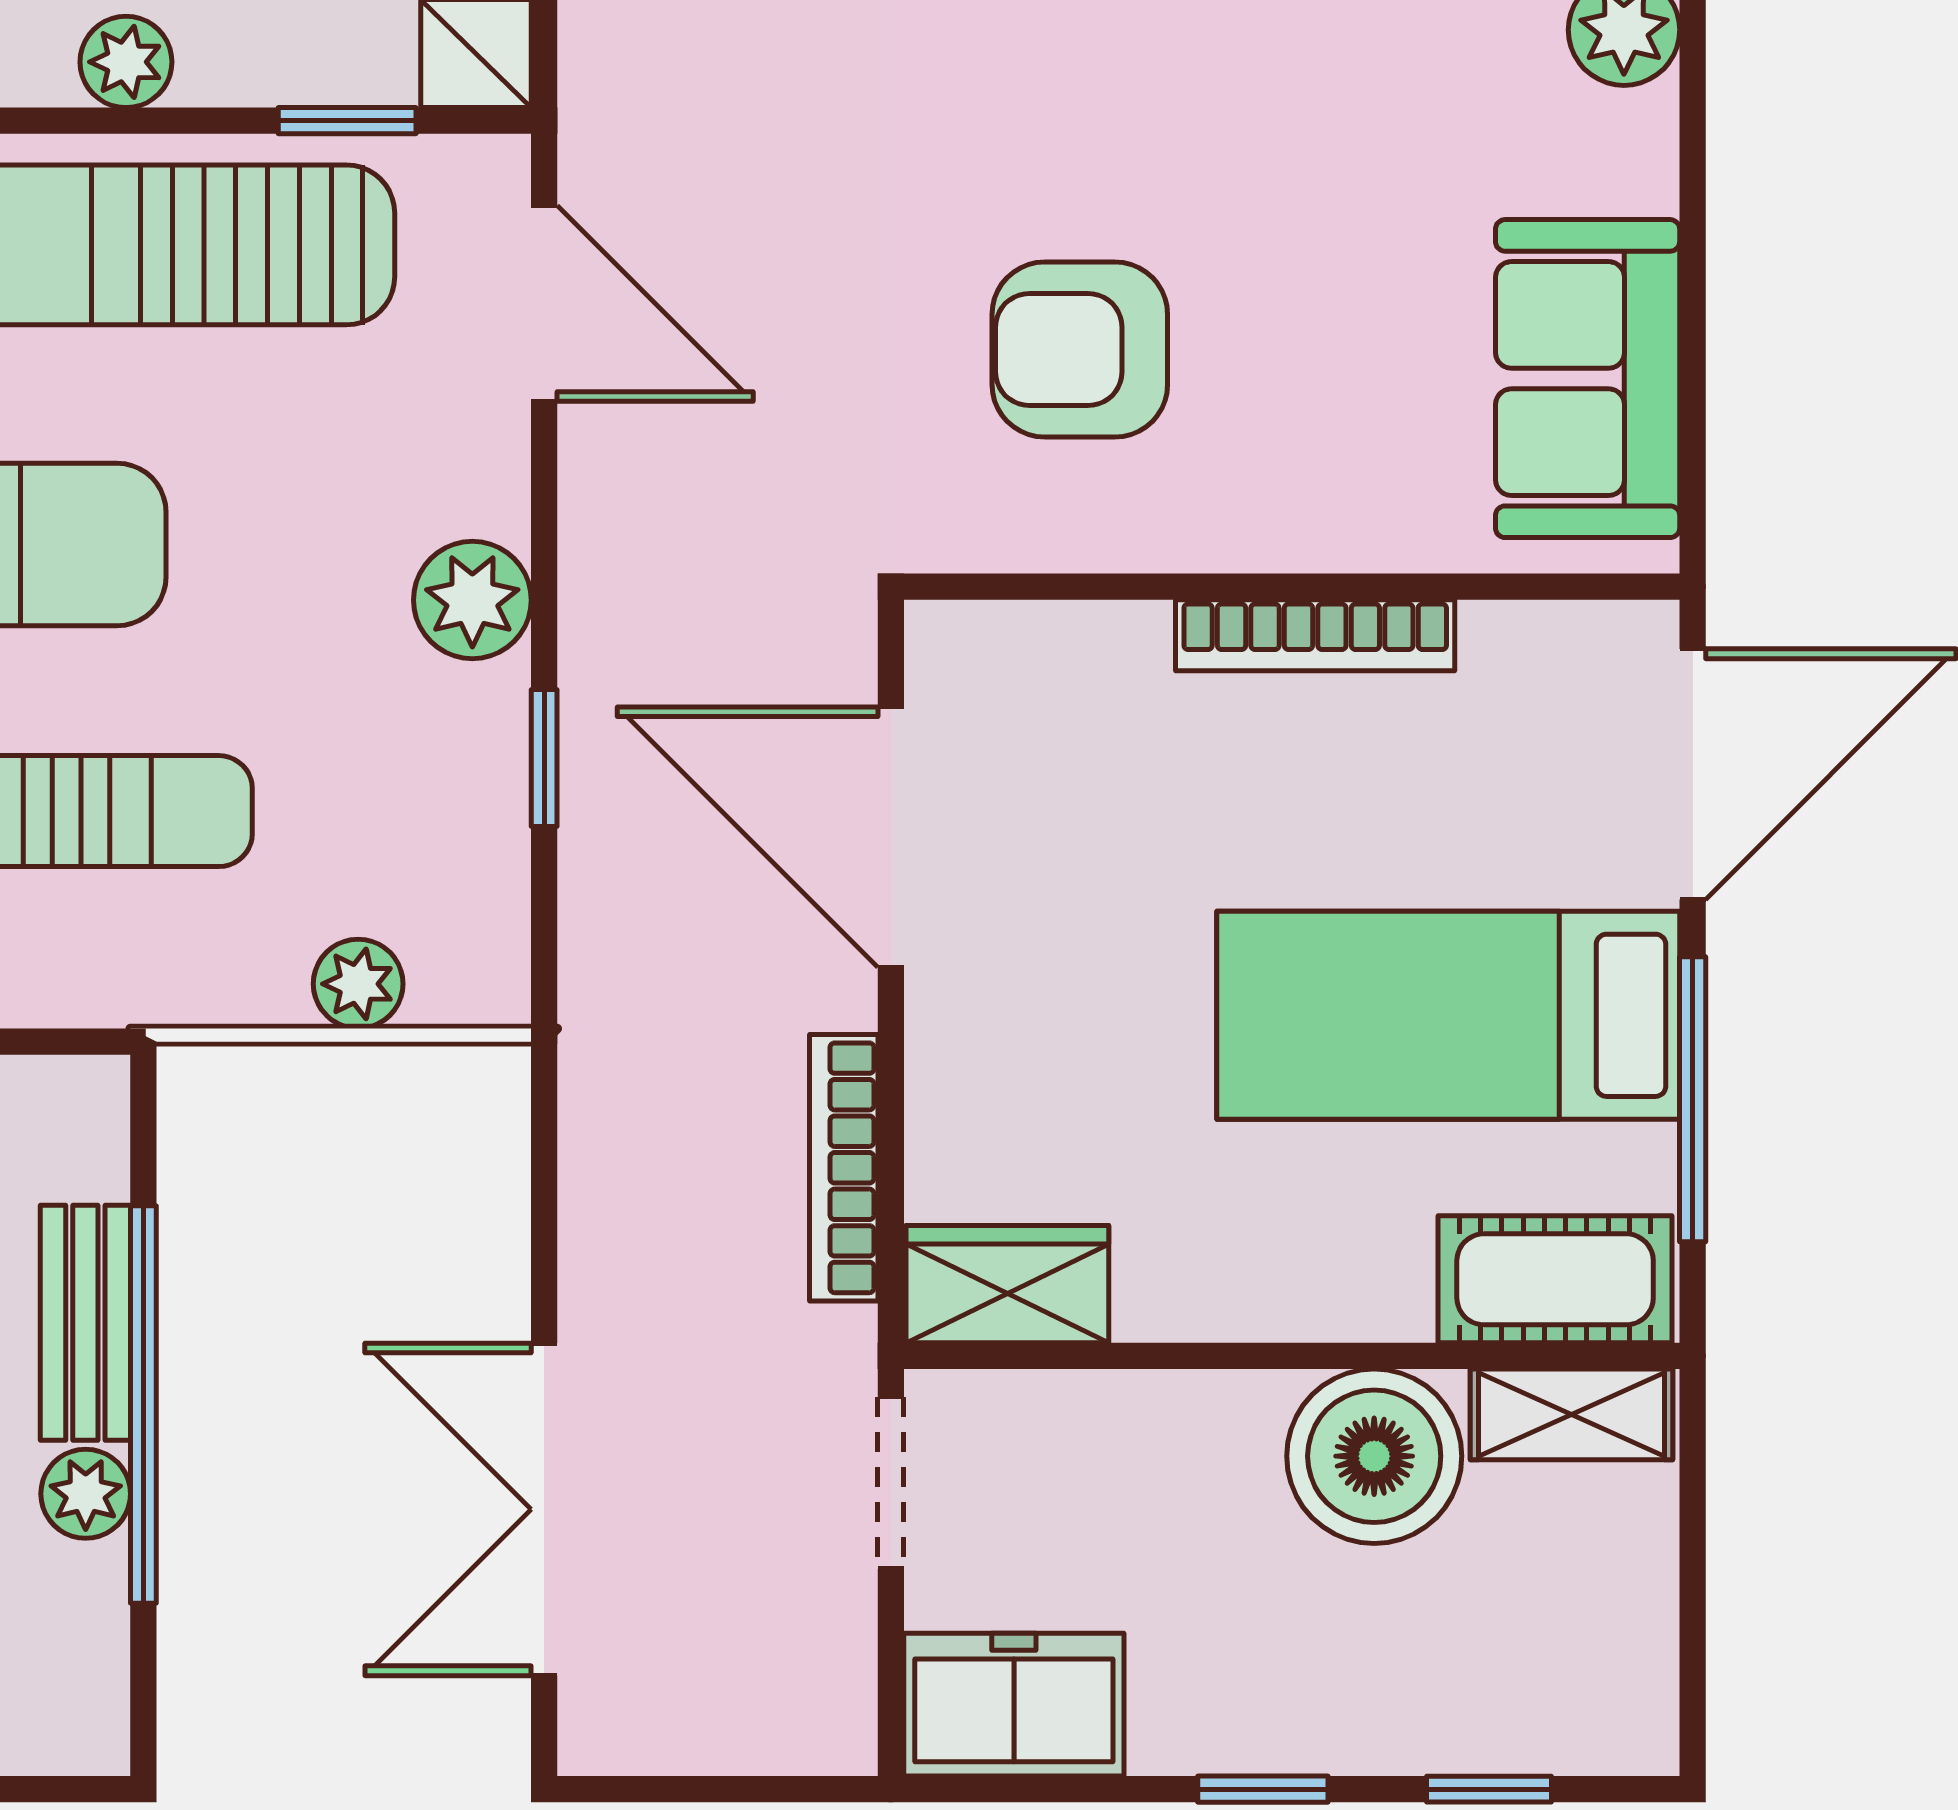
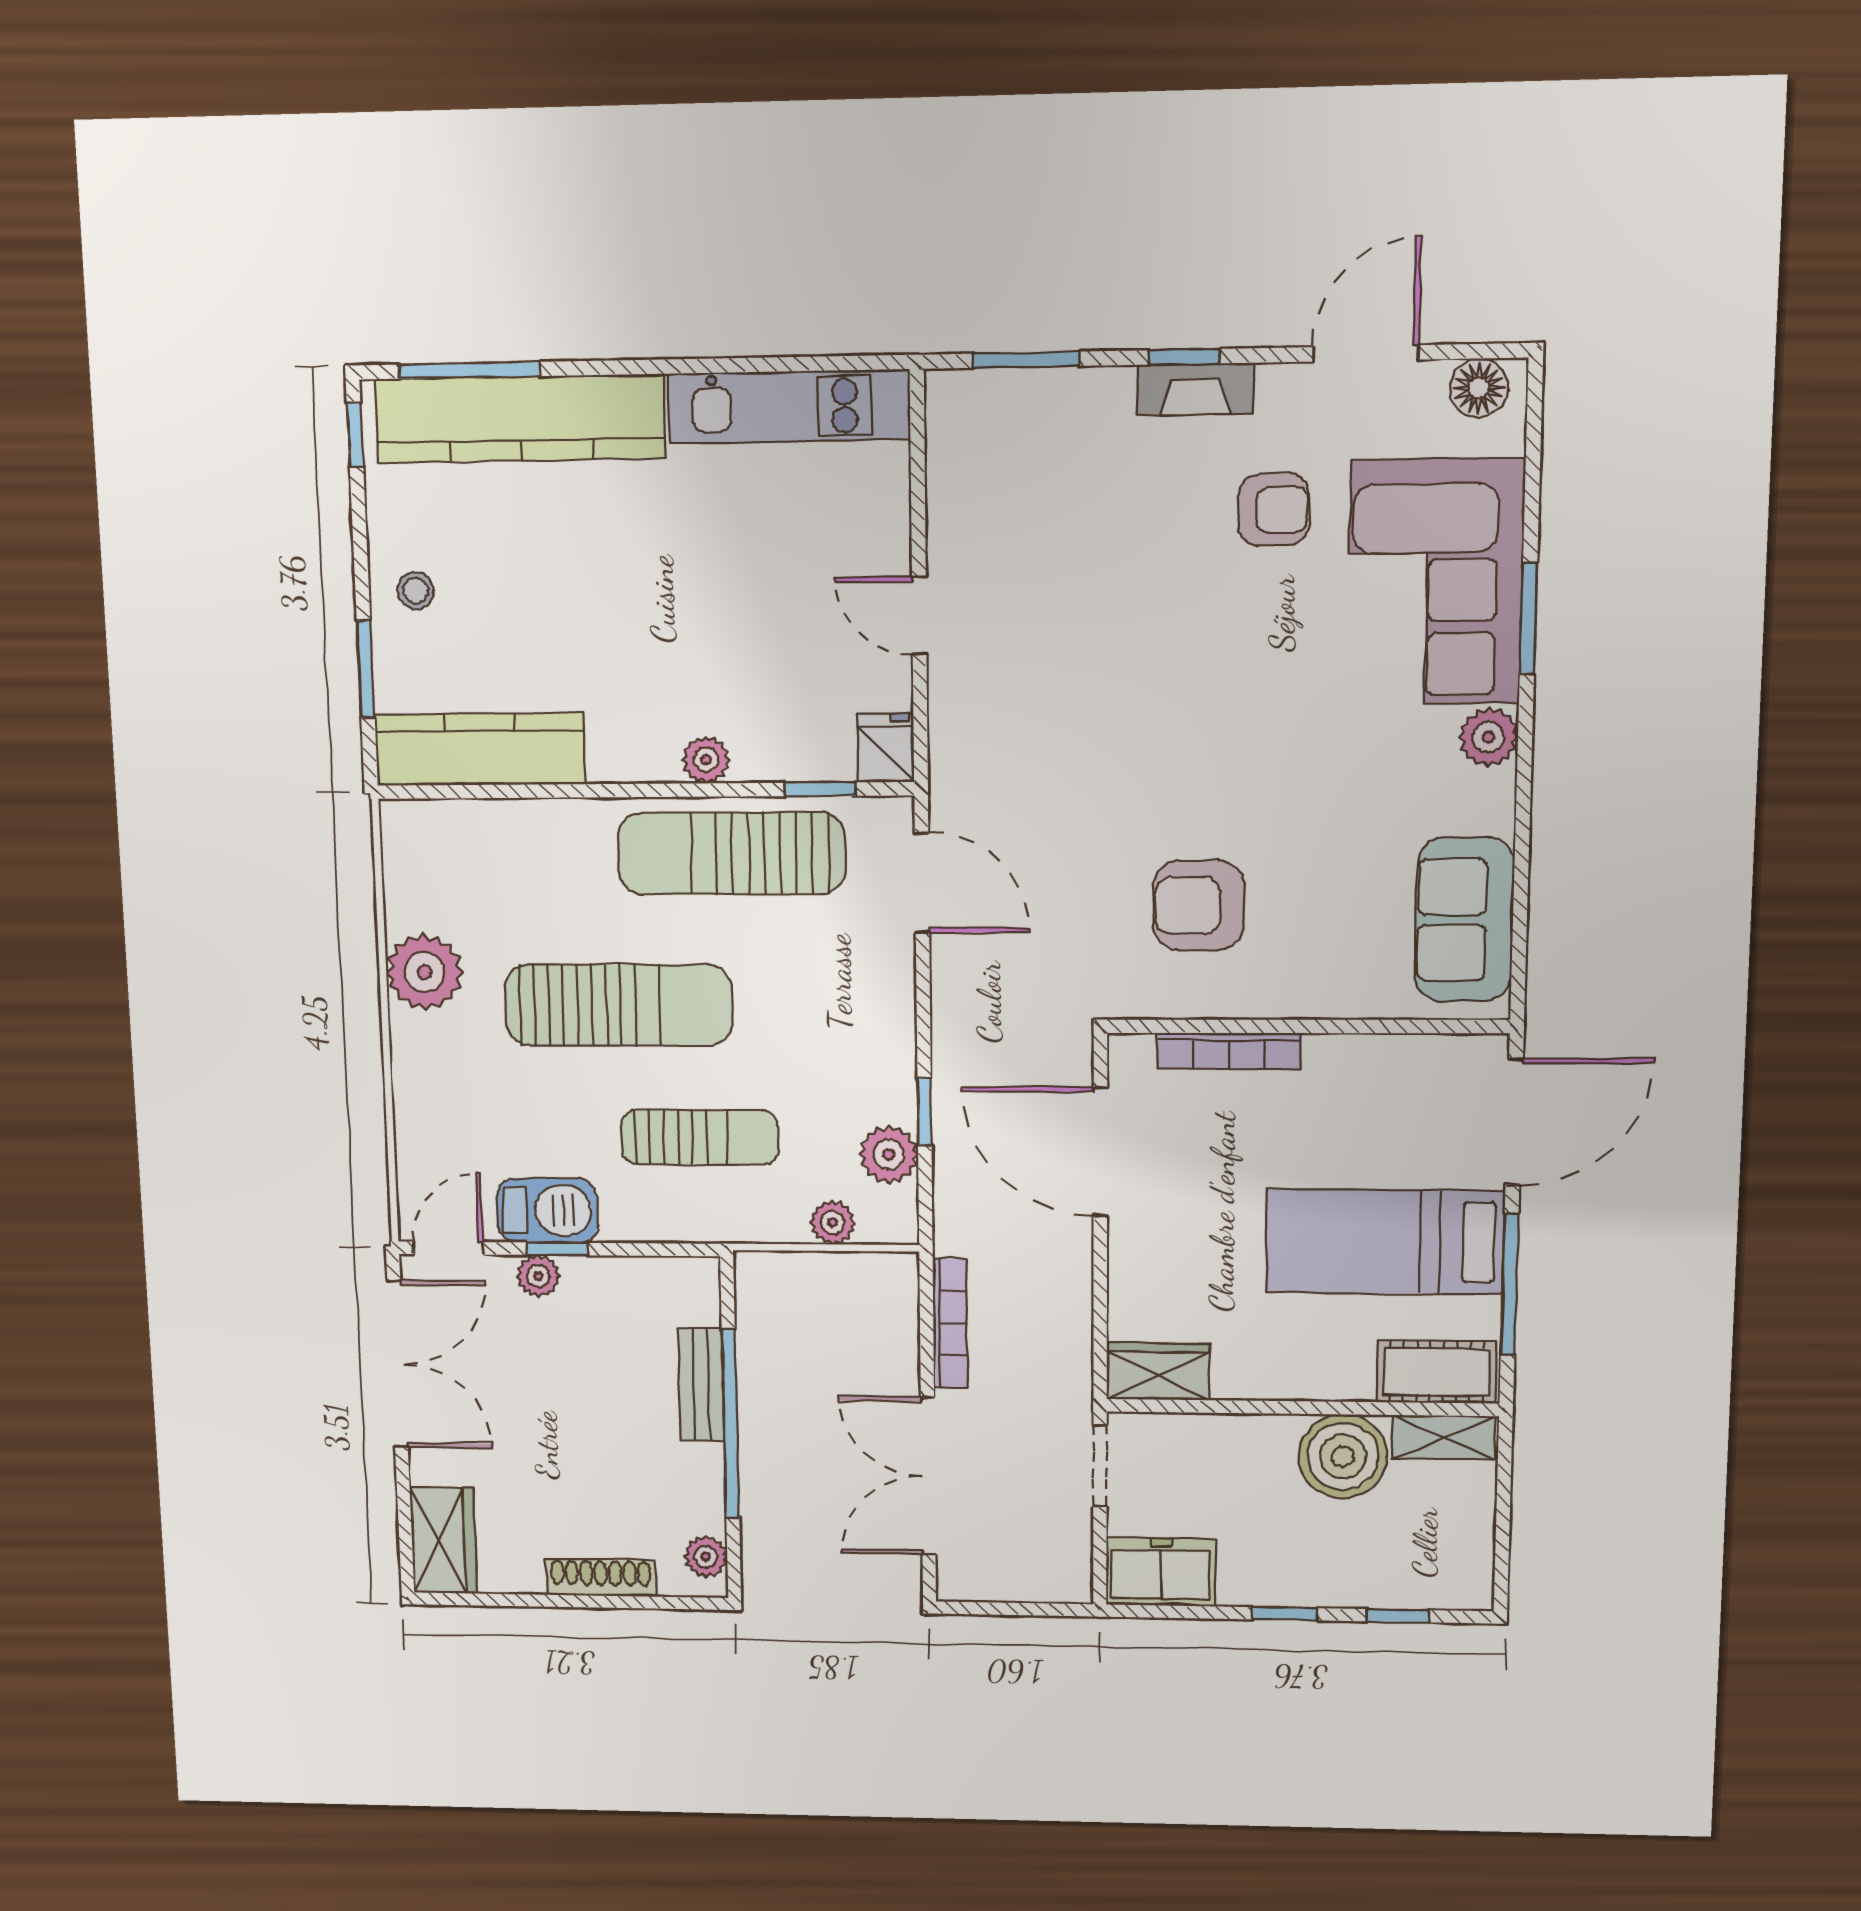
plant: (472, 600) -> (889, 1154), moved
bookcase: (1315, 635) -> (1229, 1051), moved
bookcase: (844, 1168) -> (950, 1323), moved, turned 180
plant: (86, 1494) -> (706, 1557), moved

